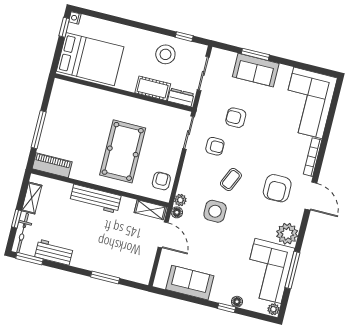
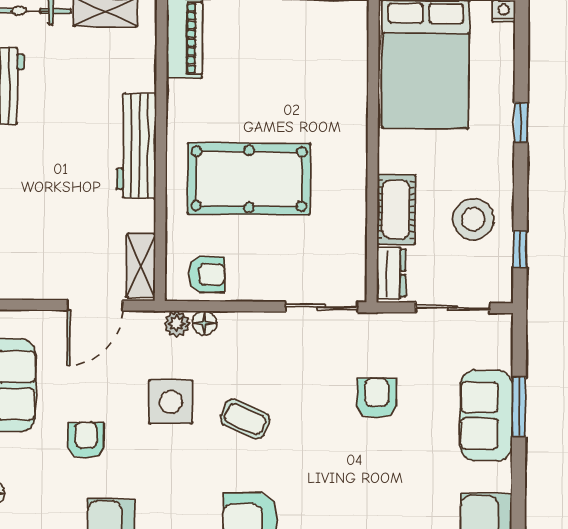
window: (127, 22) -> (521, 123), added
armchair: (215, 146) -> (86, 440), moved, turned 180
floor lamp: (177, 212) -> (204, 323), moved

